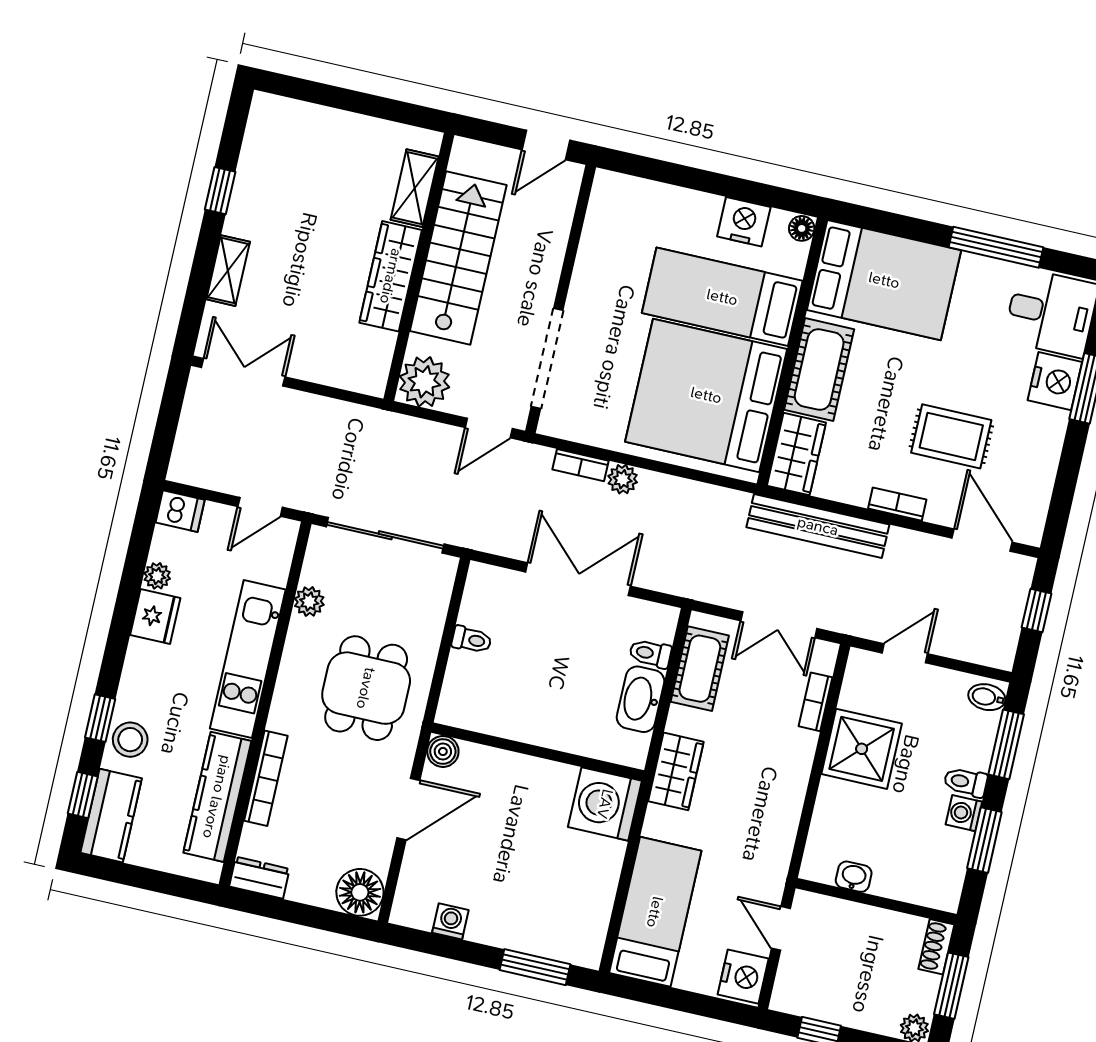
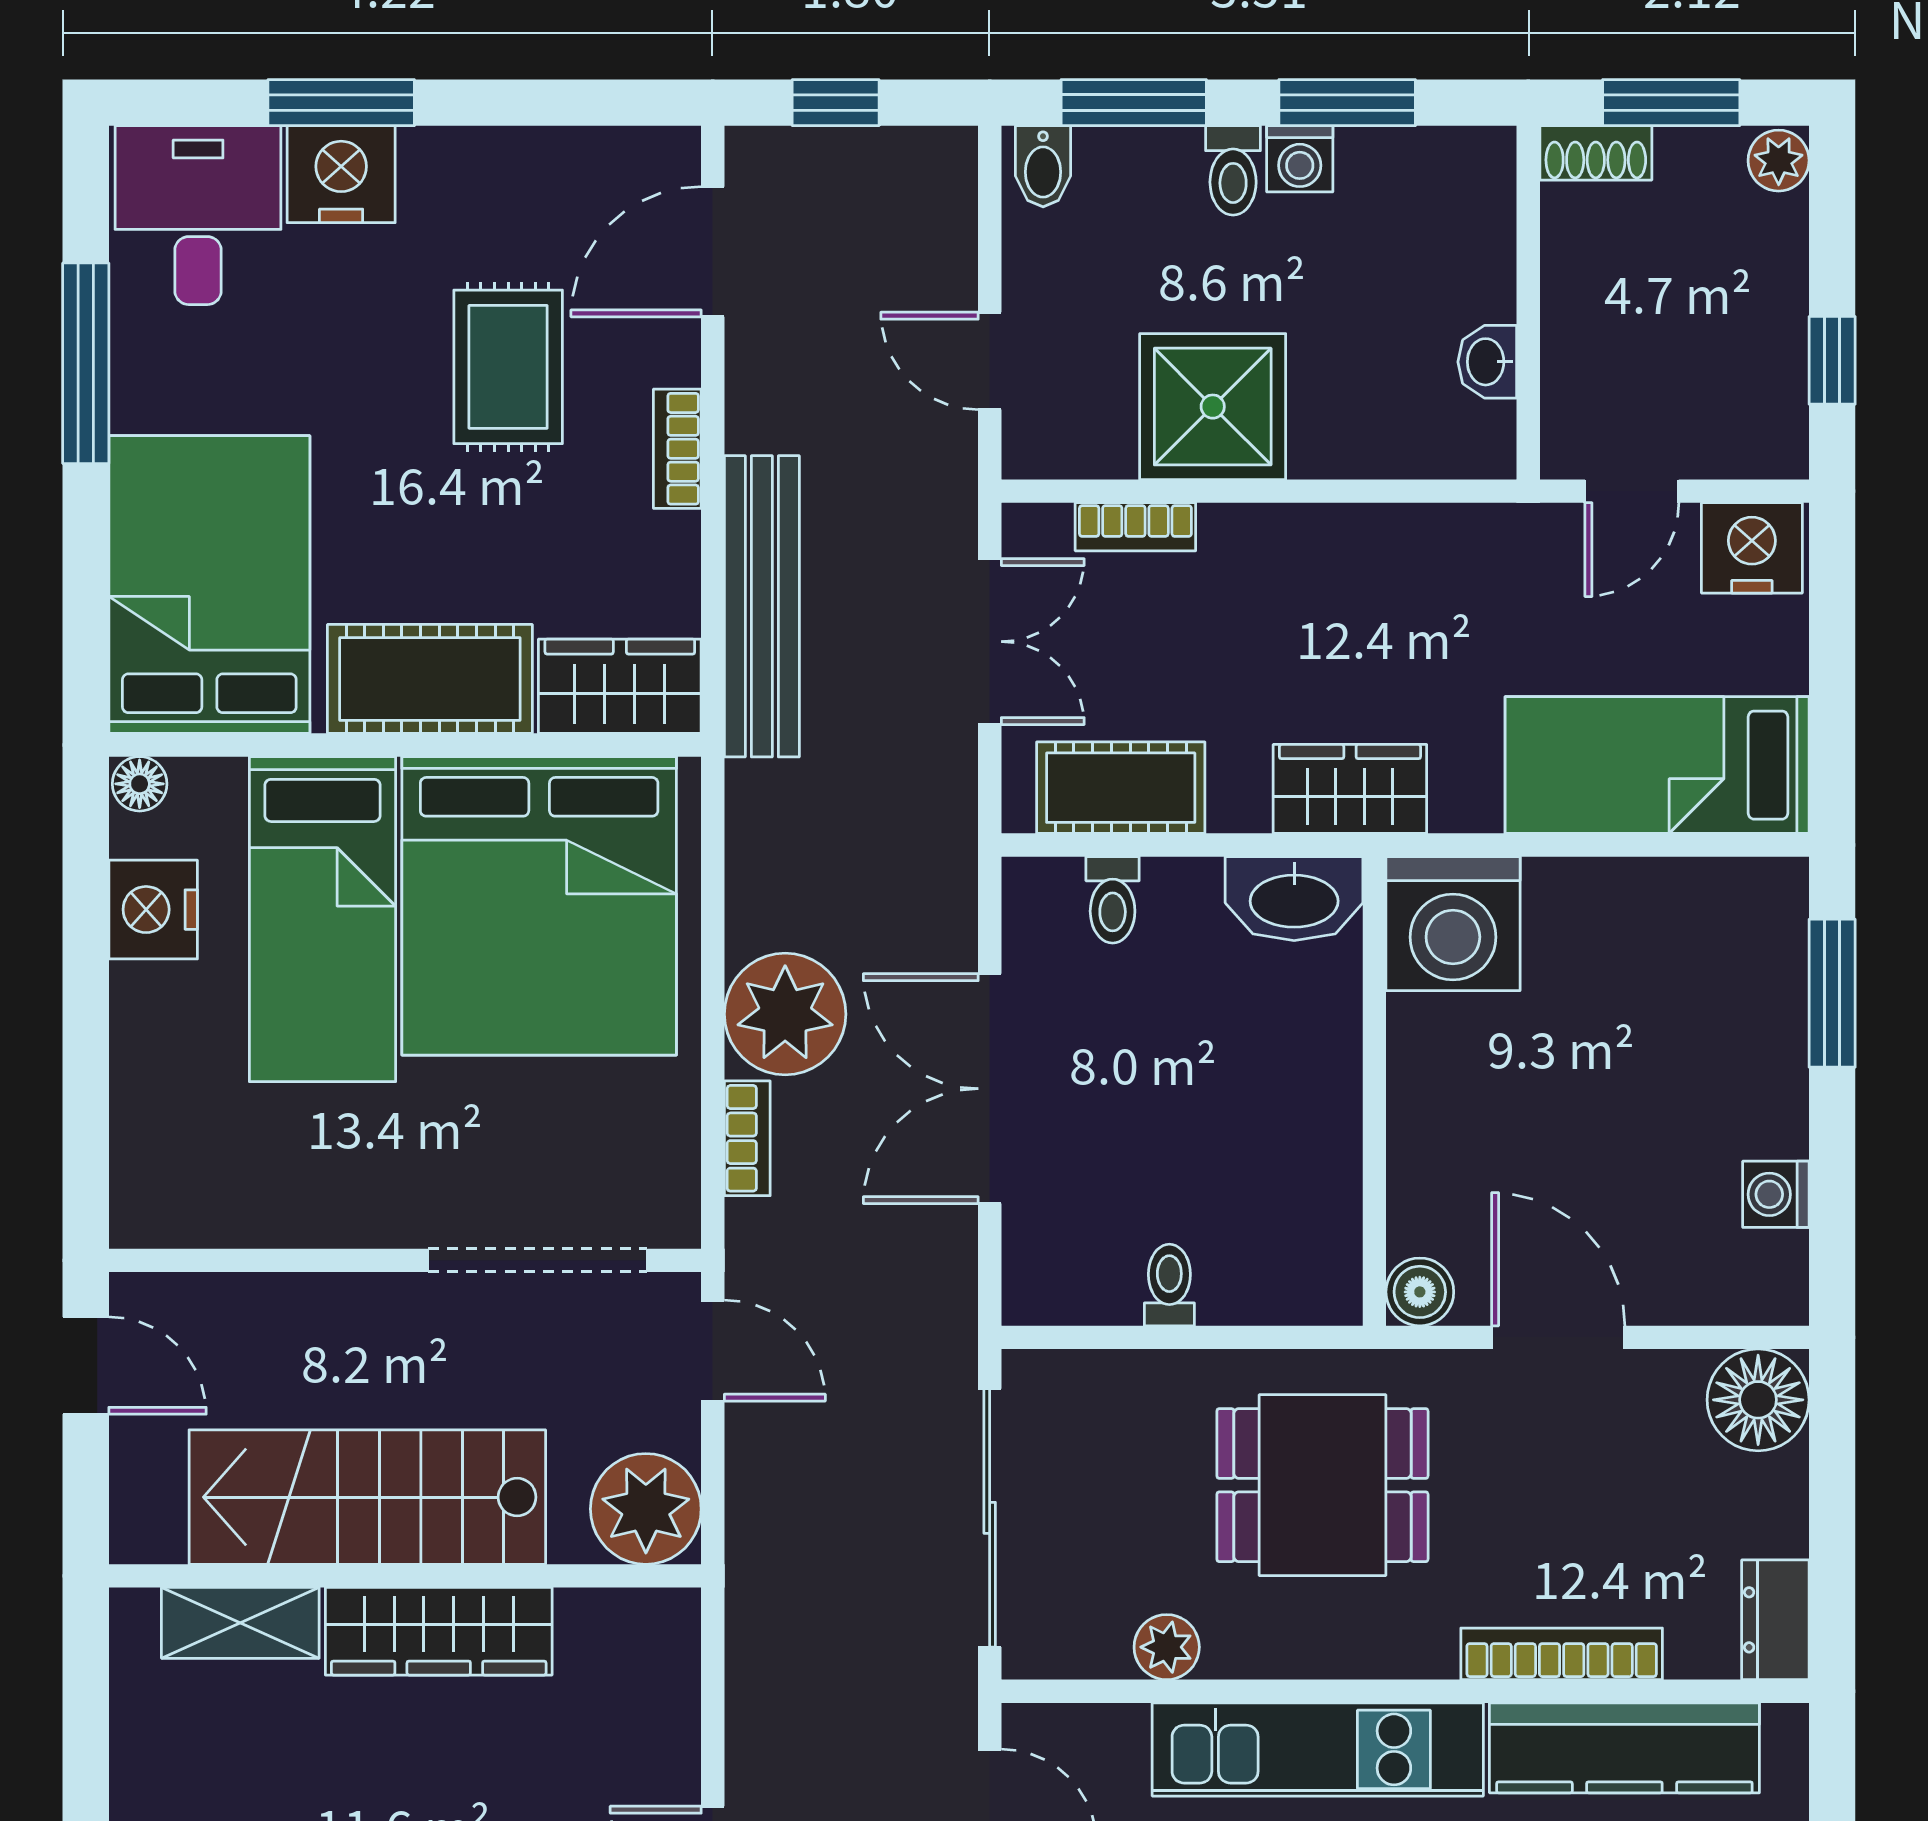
plant: (623, 479) -> (785, 1014), width x1.87, depth x1.87
washbasin: (641, 699) -> (1294, 899), moved

